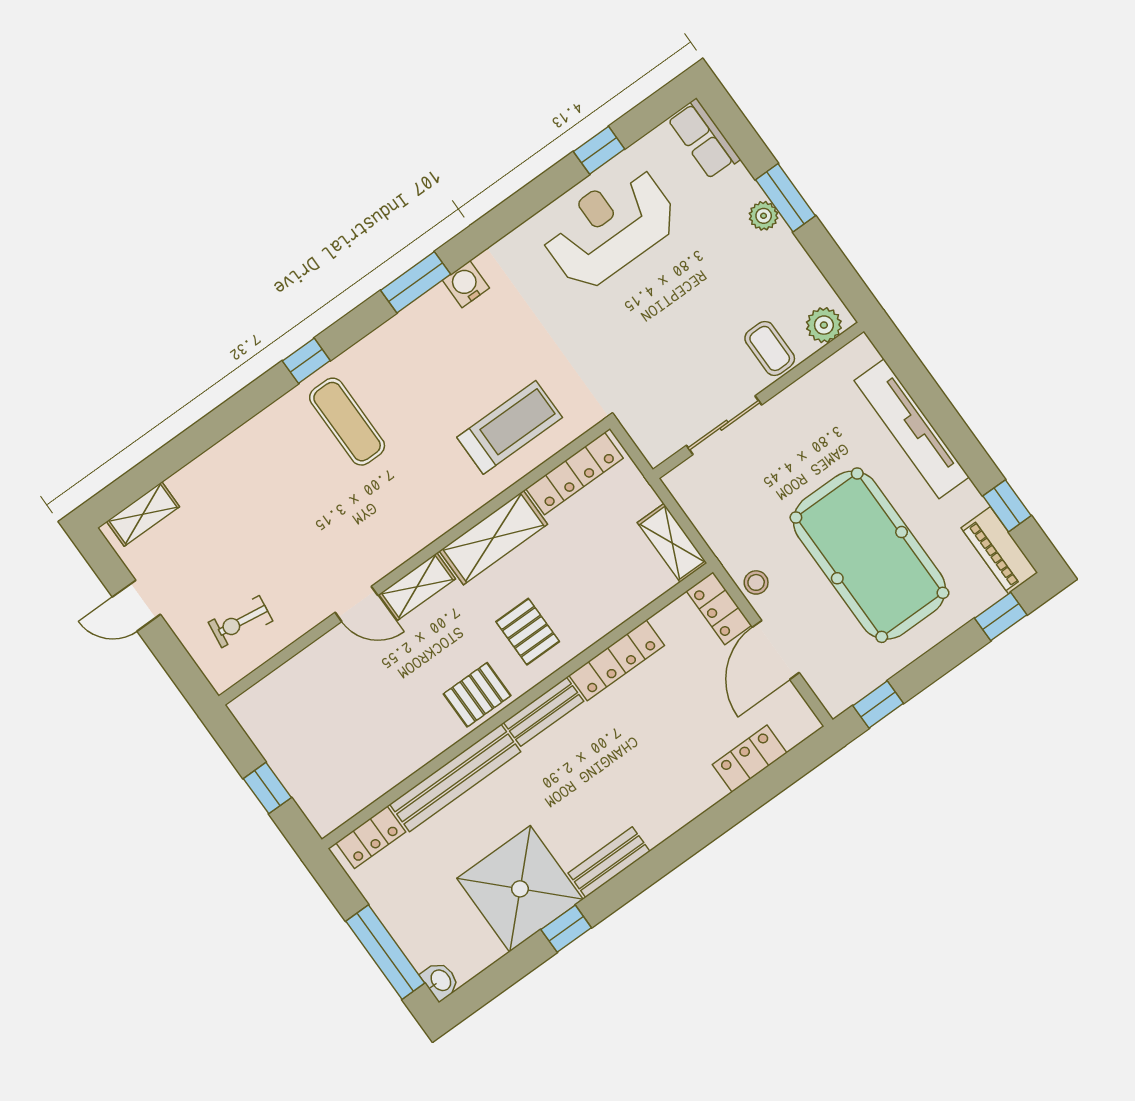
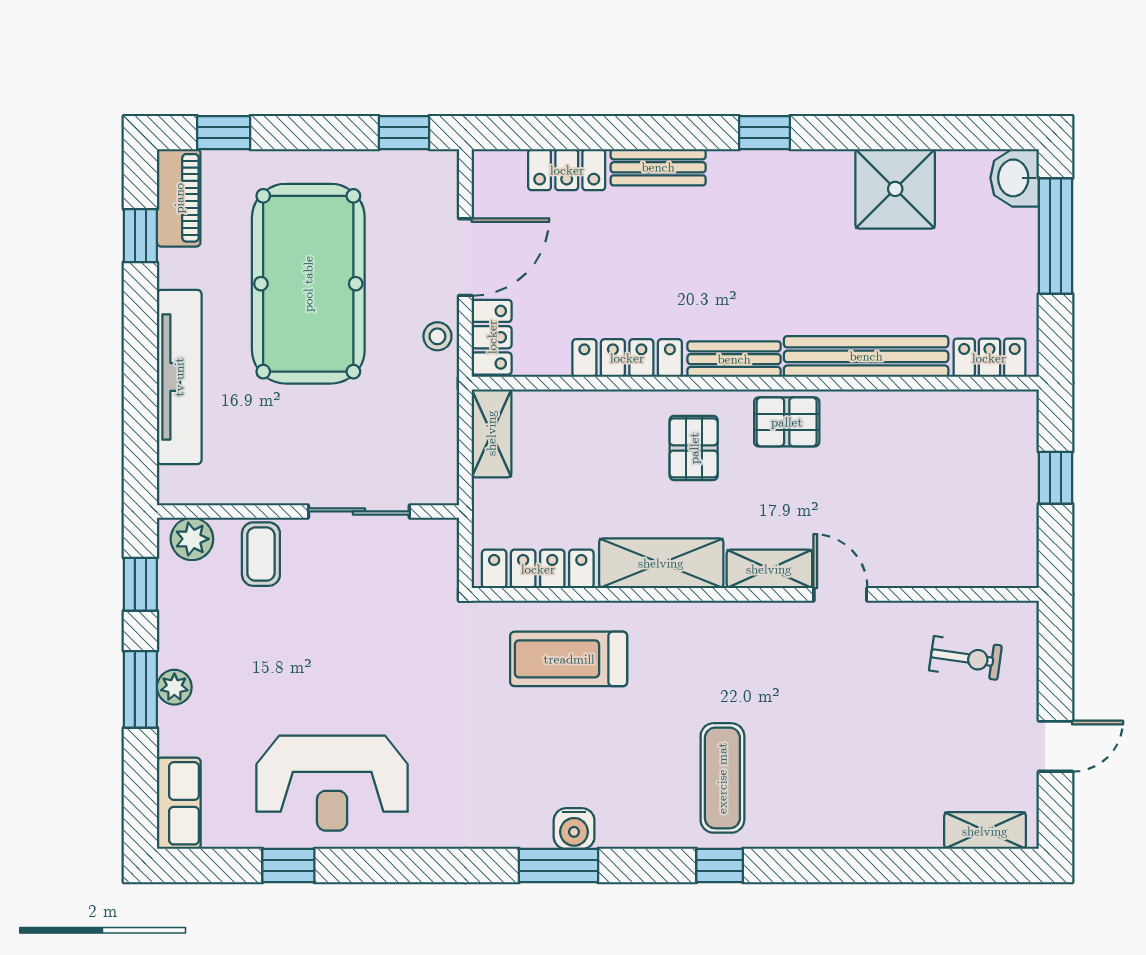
window: (837, 269) -> (140, 584), added
water cooler: (466, 284) -> (574, 829), moved
door: (136, 606) -> (1056, 746), hinge flipped
bench: (609, 862) -> (658, 167), moved
shower: (520, 889) -> (895, 189), width x0.73, depth x0.73
window: (566, 929) -> (764, 133), moved
washbasin: (440, 981) -> (1015, 178), width x1.38, depth x1.45

